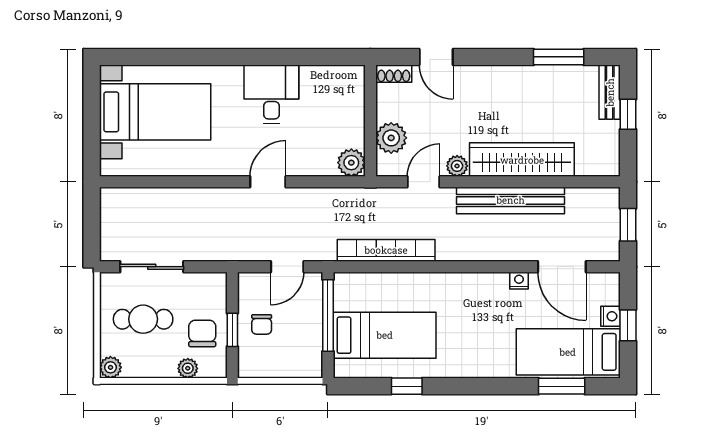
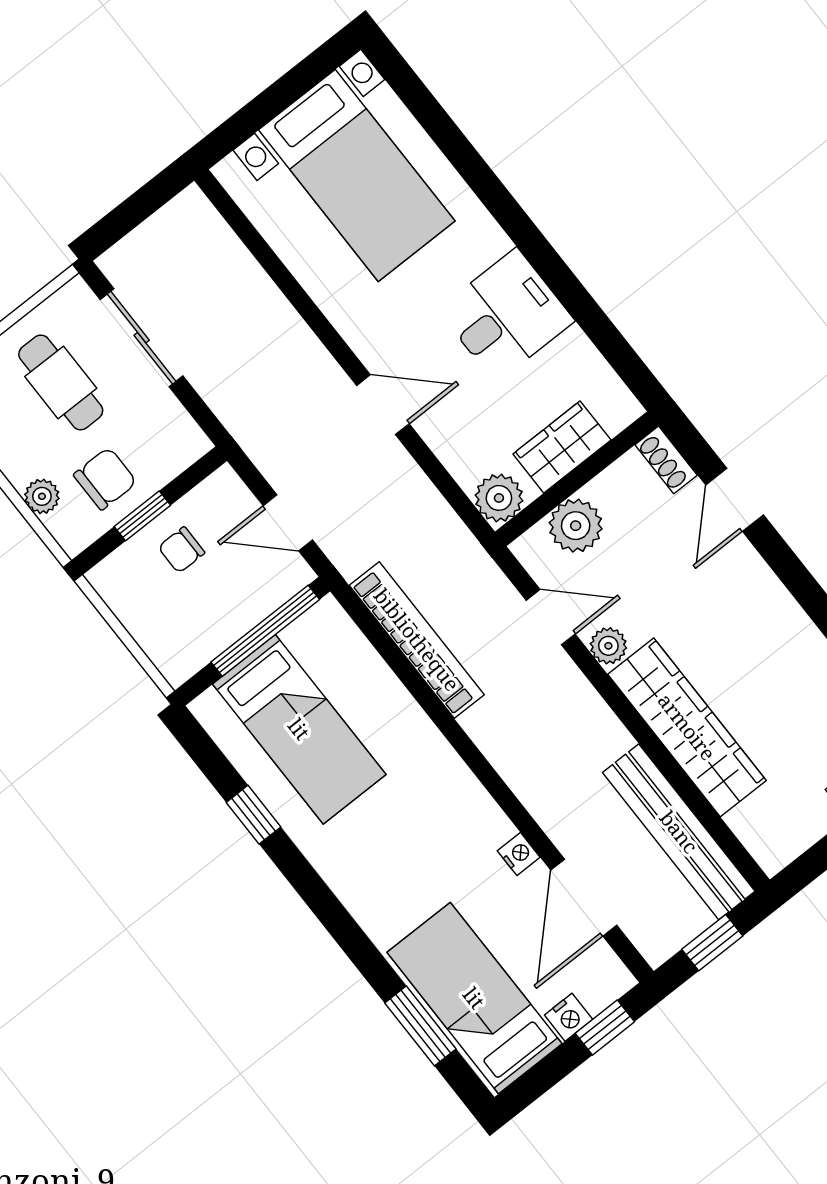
wardrobe: (351, 116) -> (562, 447), added
bench: (511, 200) -> (679, 832), moved
window: (628, 325) -> (605, 1027), moved

